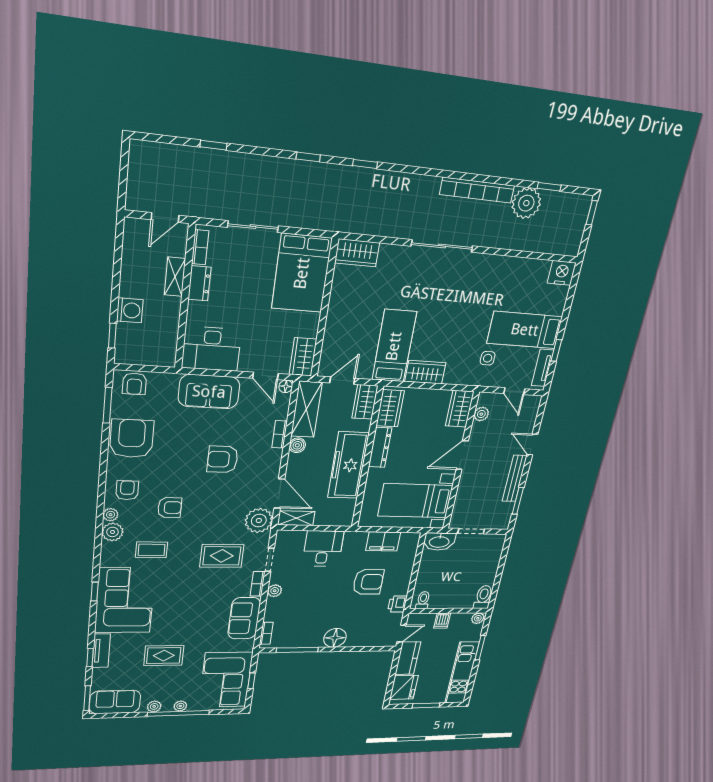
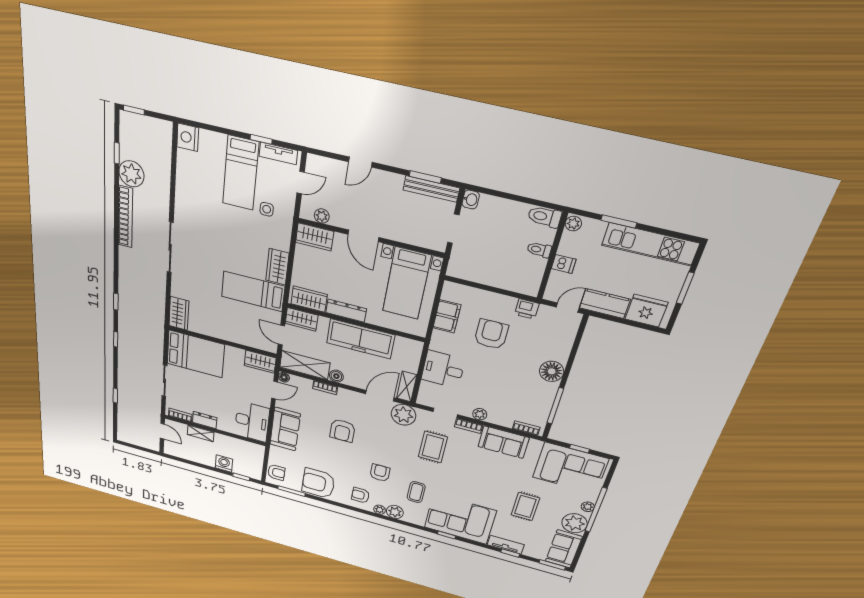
bench: (515, 478) -> (431, 189), moved
washbasin: (439, 542) -> (471, 199), moved, width x0.52, depth x0.69
toilet: (423, 600) -> (539, 250), moved
door: (402, 634) -> (568, 308), hinge flipped
plant: (154, 706) -> (575, 523), width x1.88, depth x1.88

